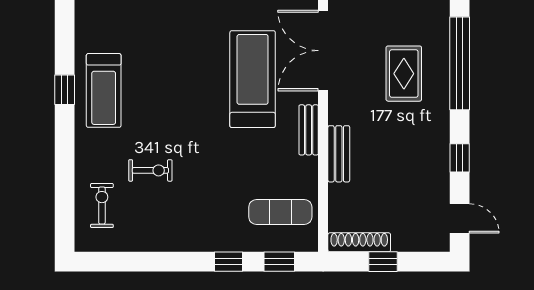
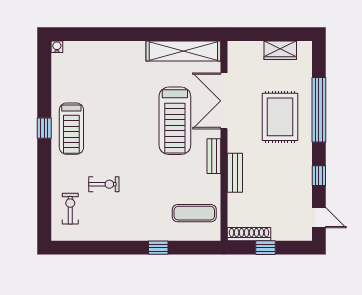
rug: (404, 74) -> (280, 117), width x1.36, depth x1.43
treadmill: (253, 79) -> (175, 121), turned 180
window: (279, 262) -> (193, 248), removed

